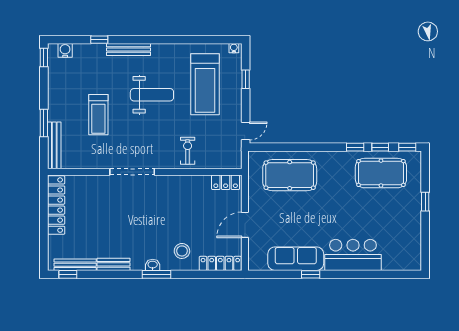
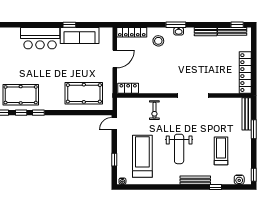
weight bench: (152, 95) -> (179, 149), turned -90
treadmill: (98, 115) -> (221, 151), moved

